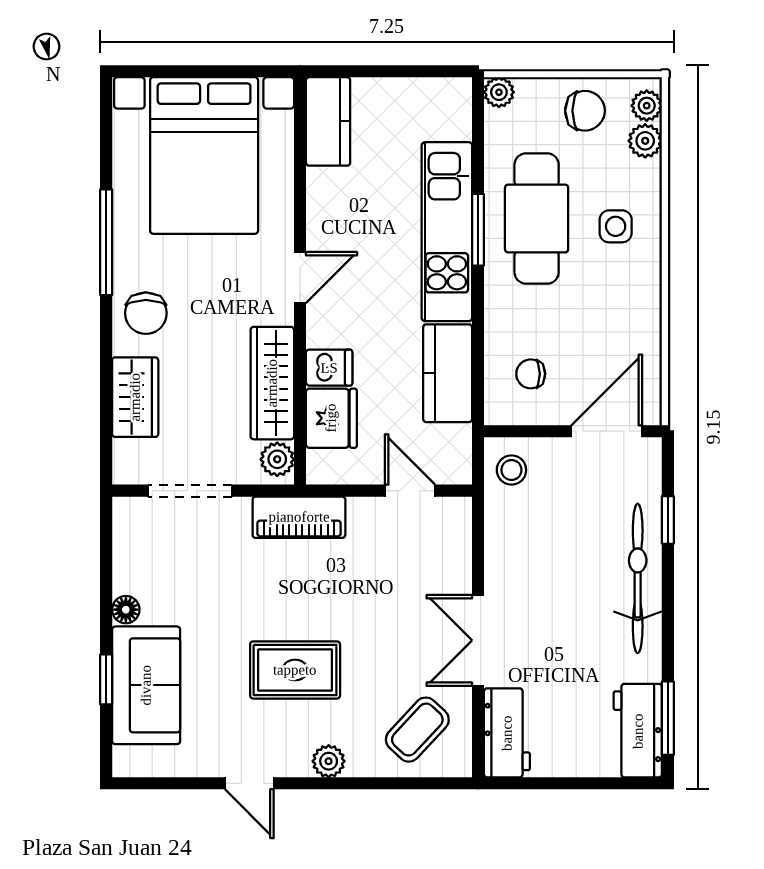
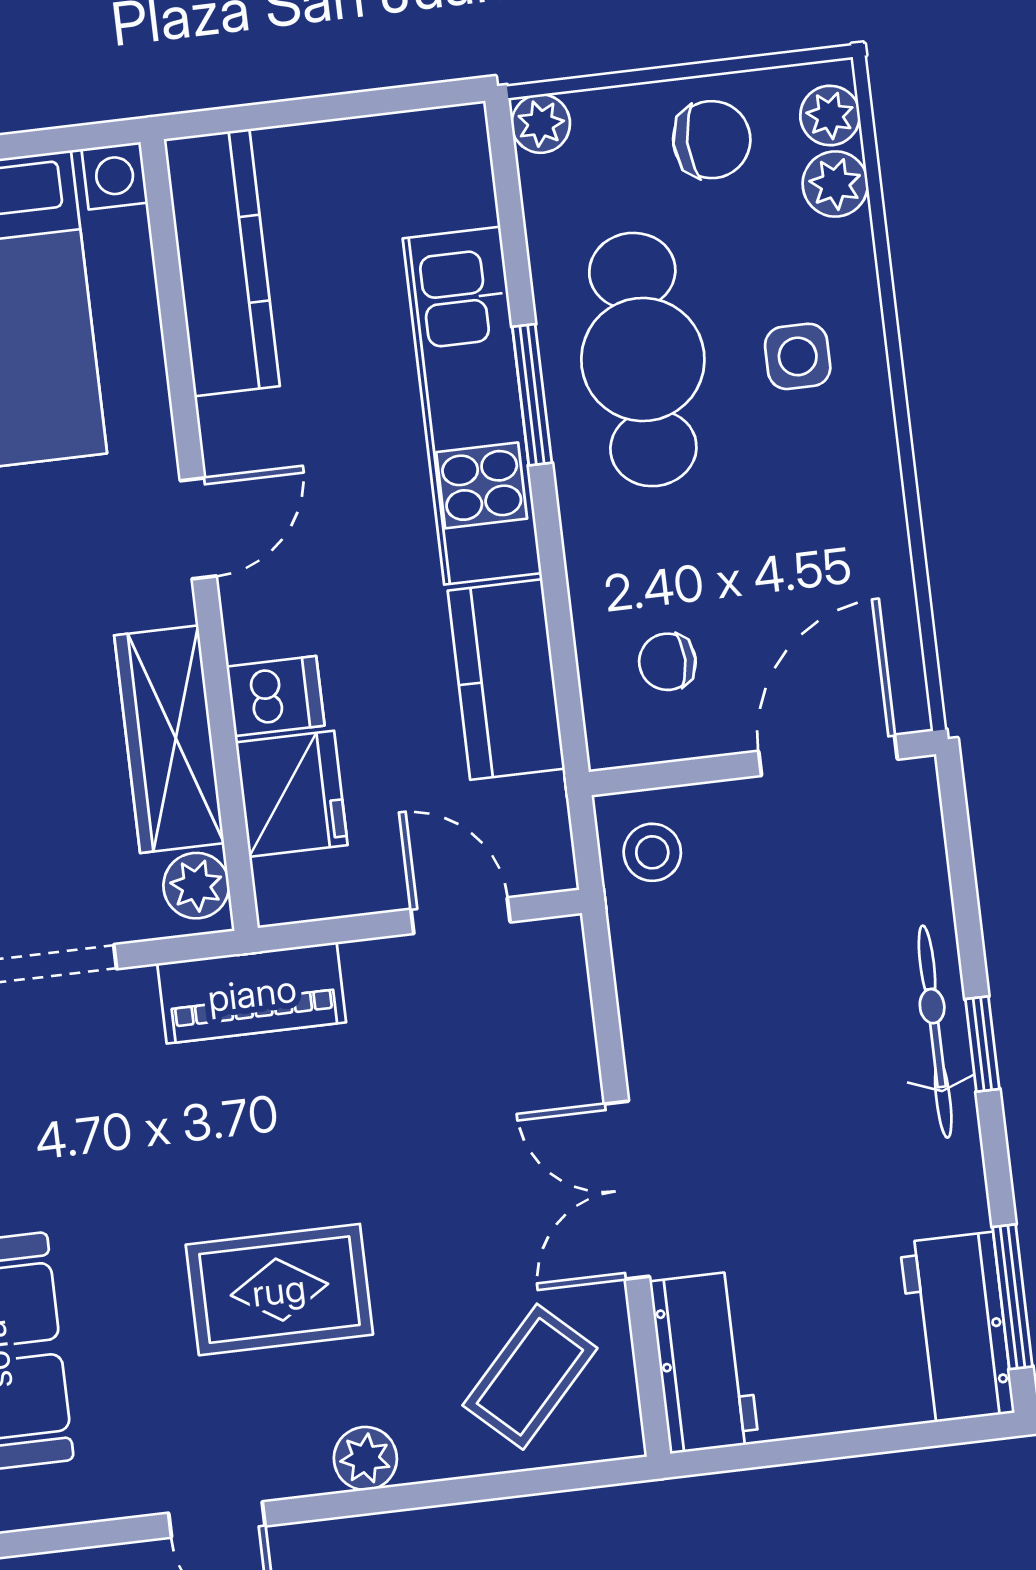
kitchen counter: (328, 121) -> (222, 263), width x1.50
window: (668, 520) -> (982, 1044), moved
bicycle: (638, 578) -> (935, 1032), width x0.73, depth x0.71

